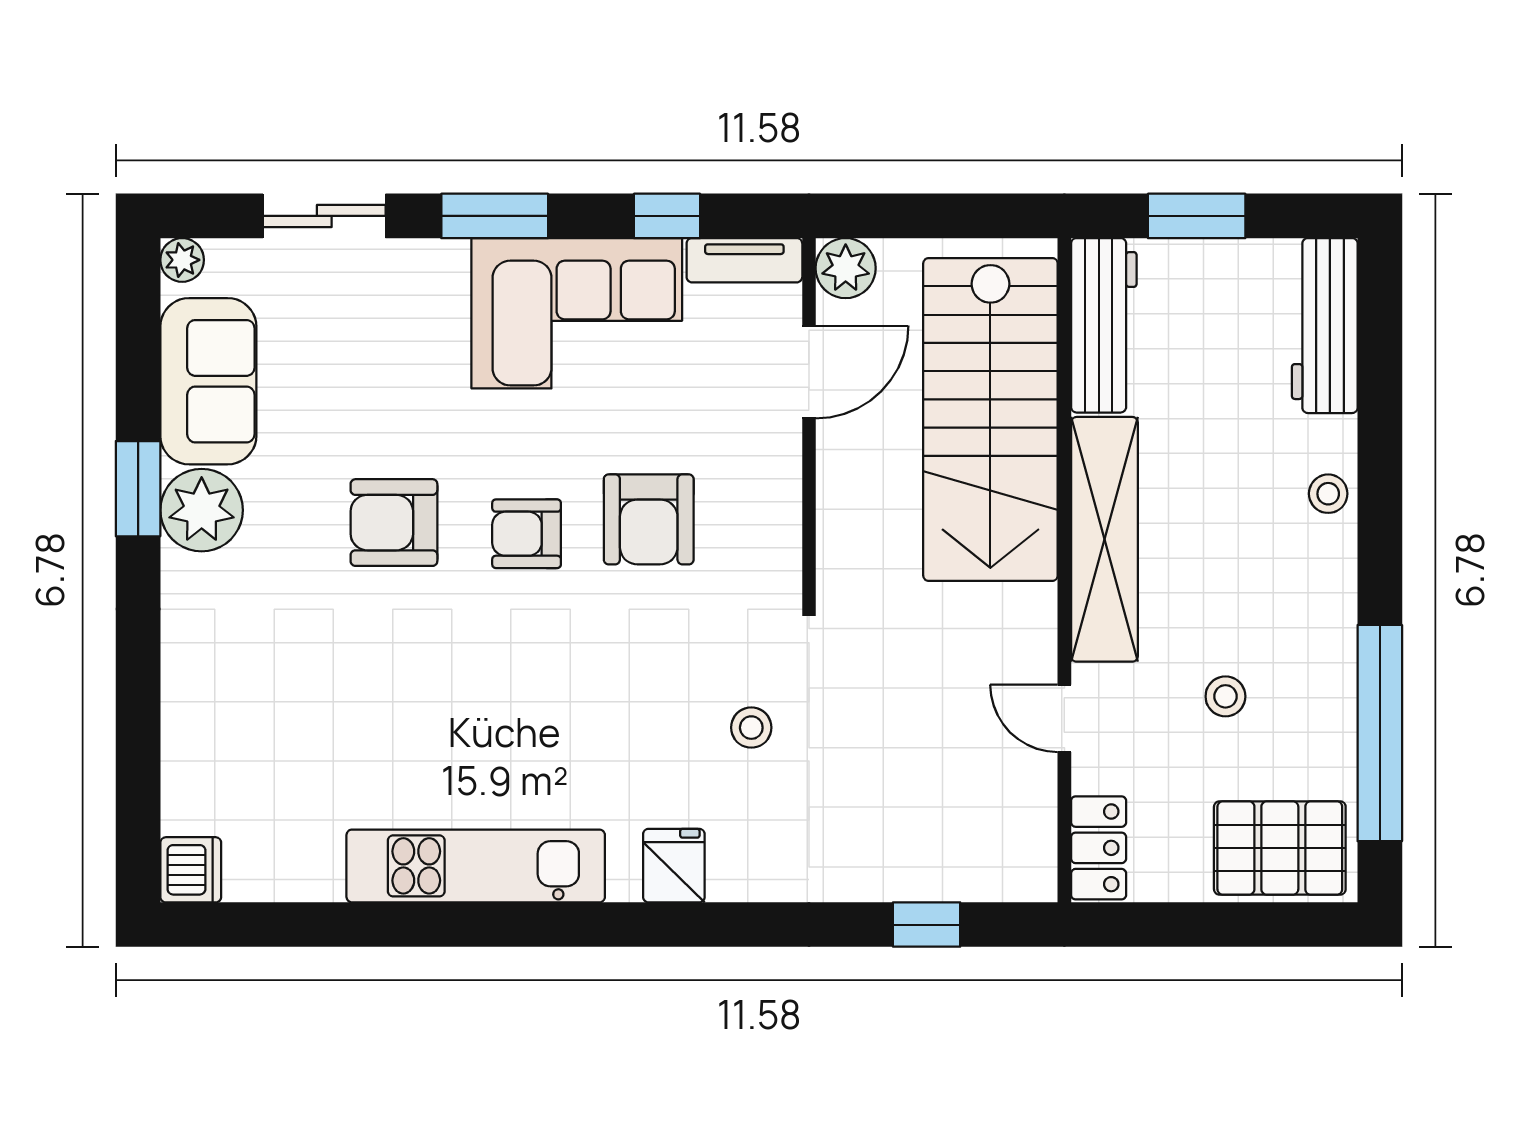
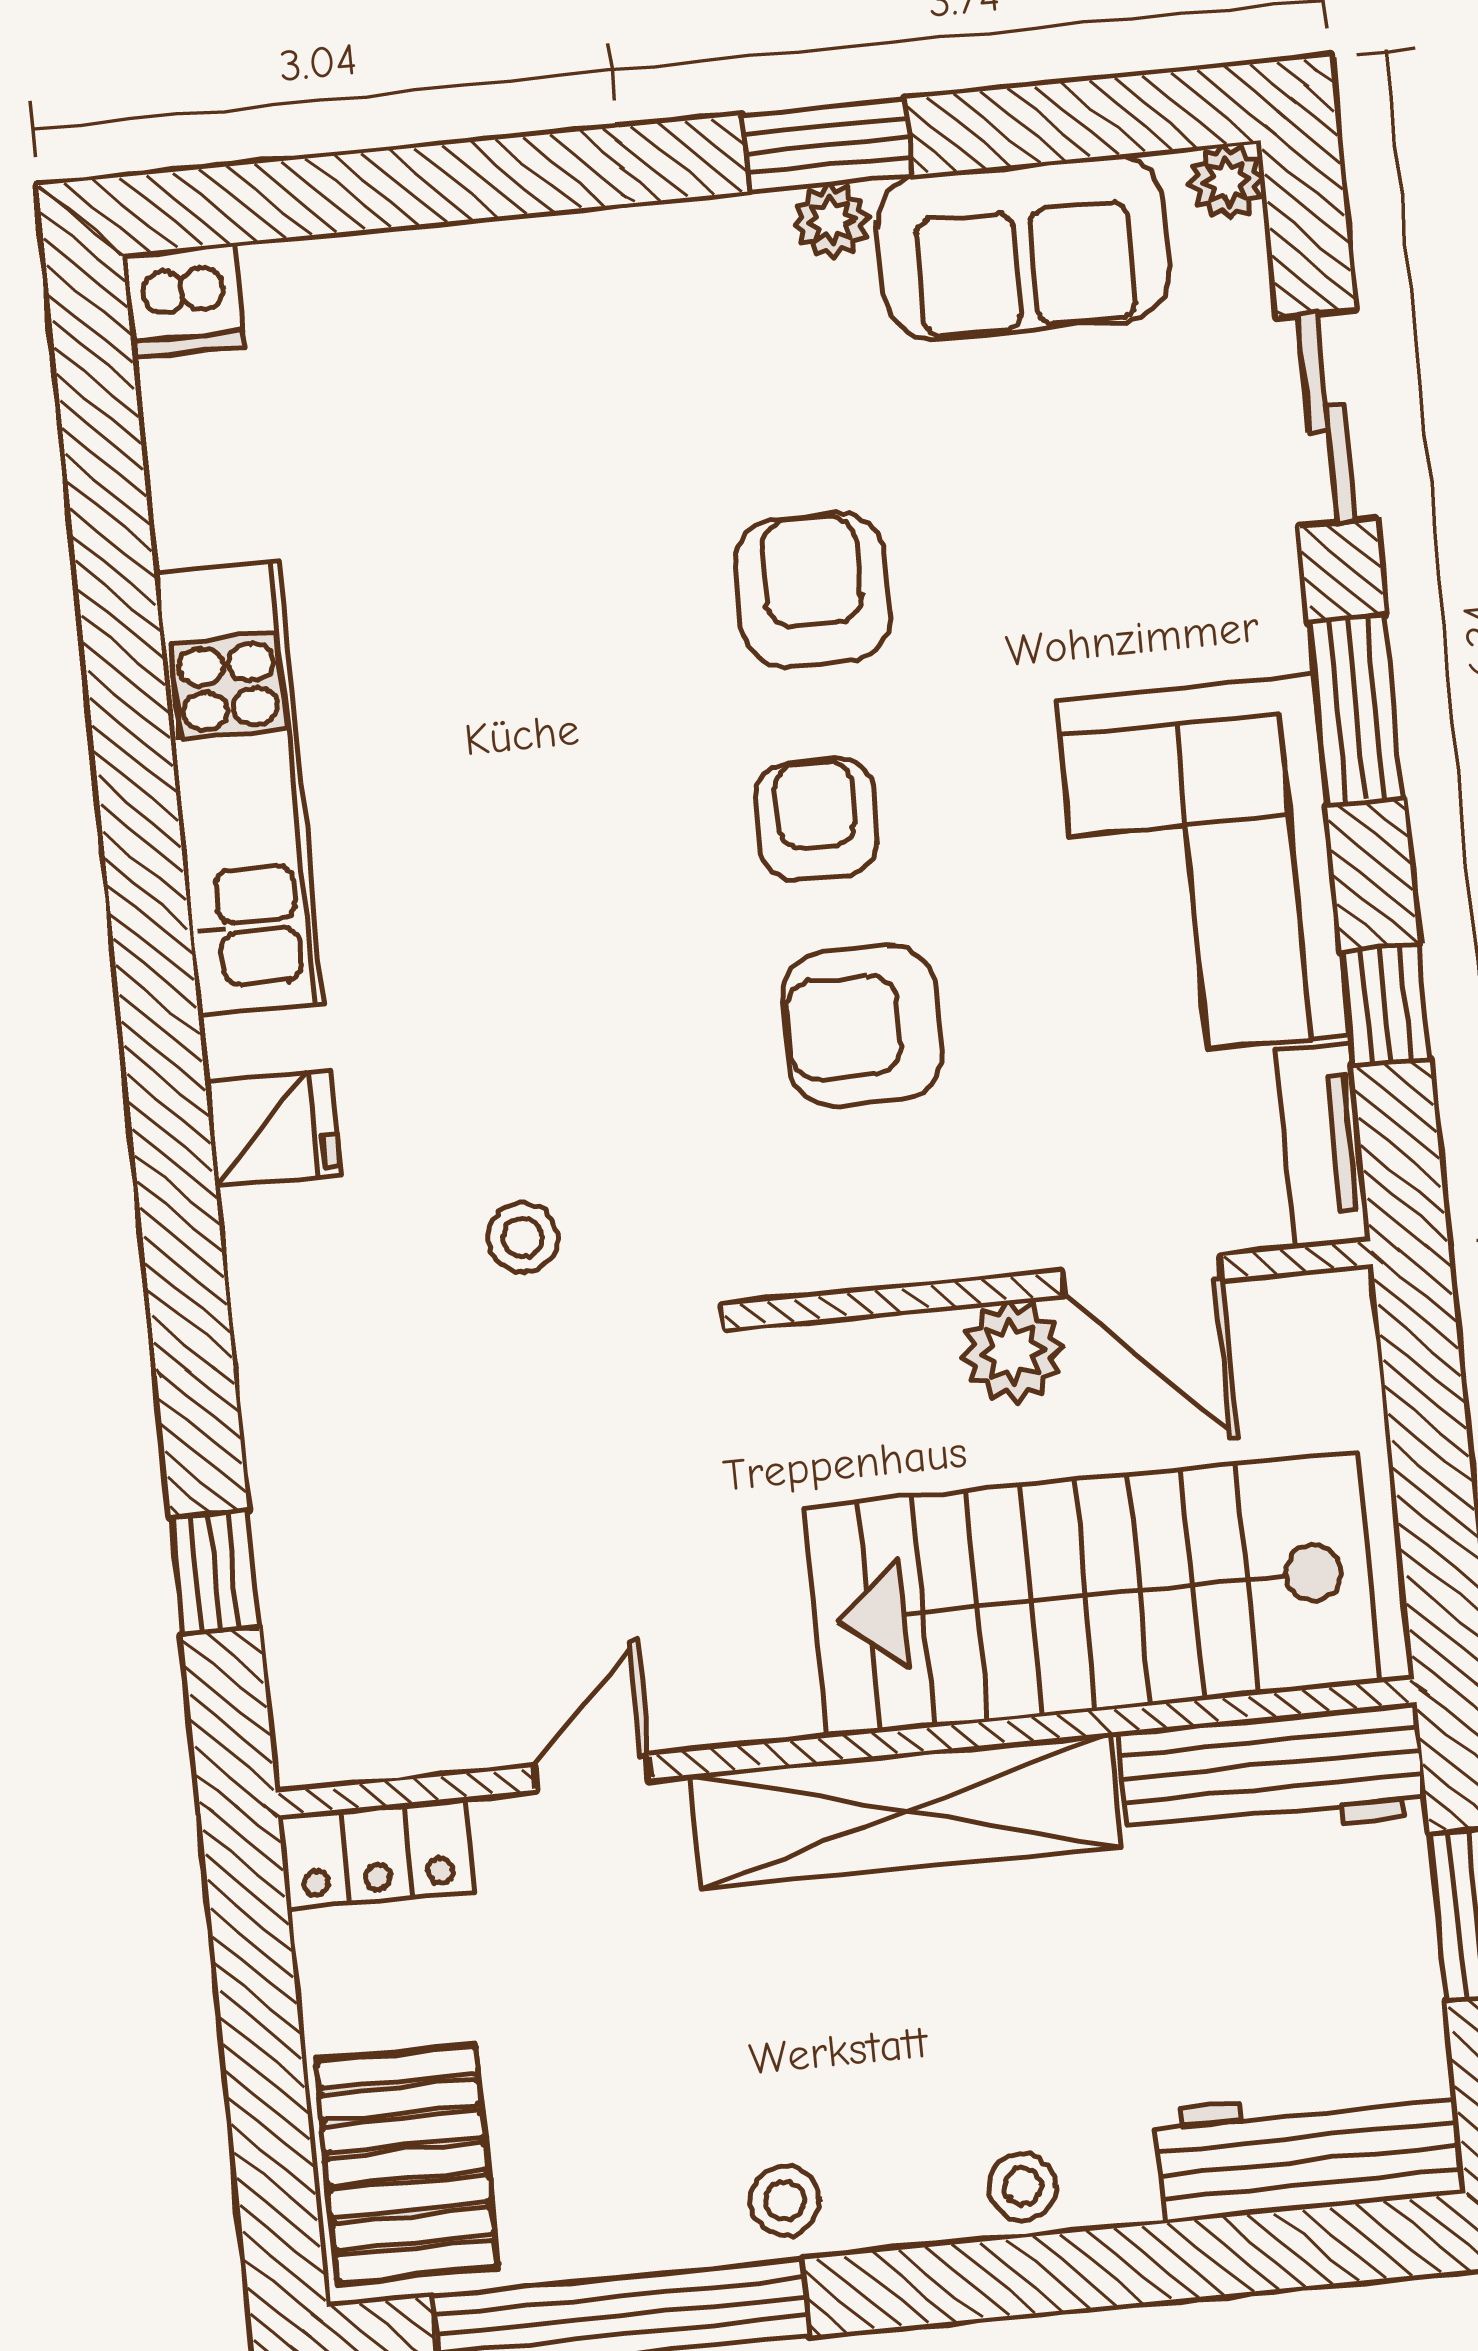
plant: (846, 268) -> (1012, 1352), moved
plant: (202, 510) -> (831, 221), width x0.53, depth x0.53
stool: (1225, 696) -> (785, 2201), moved

